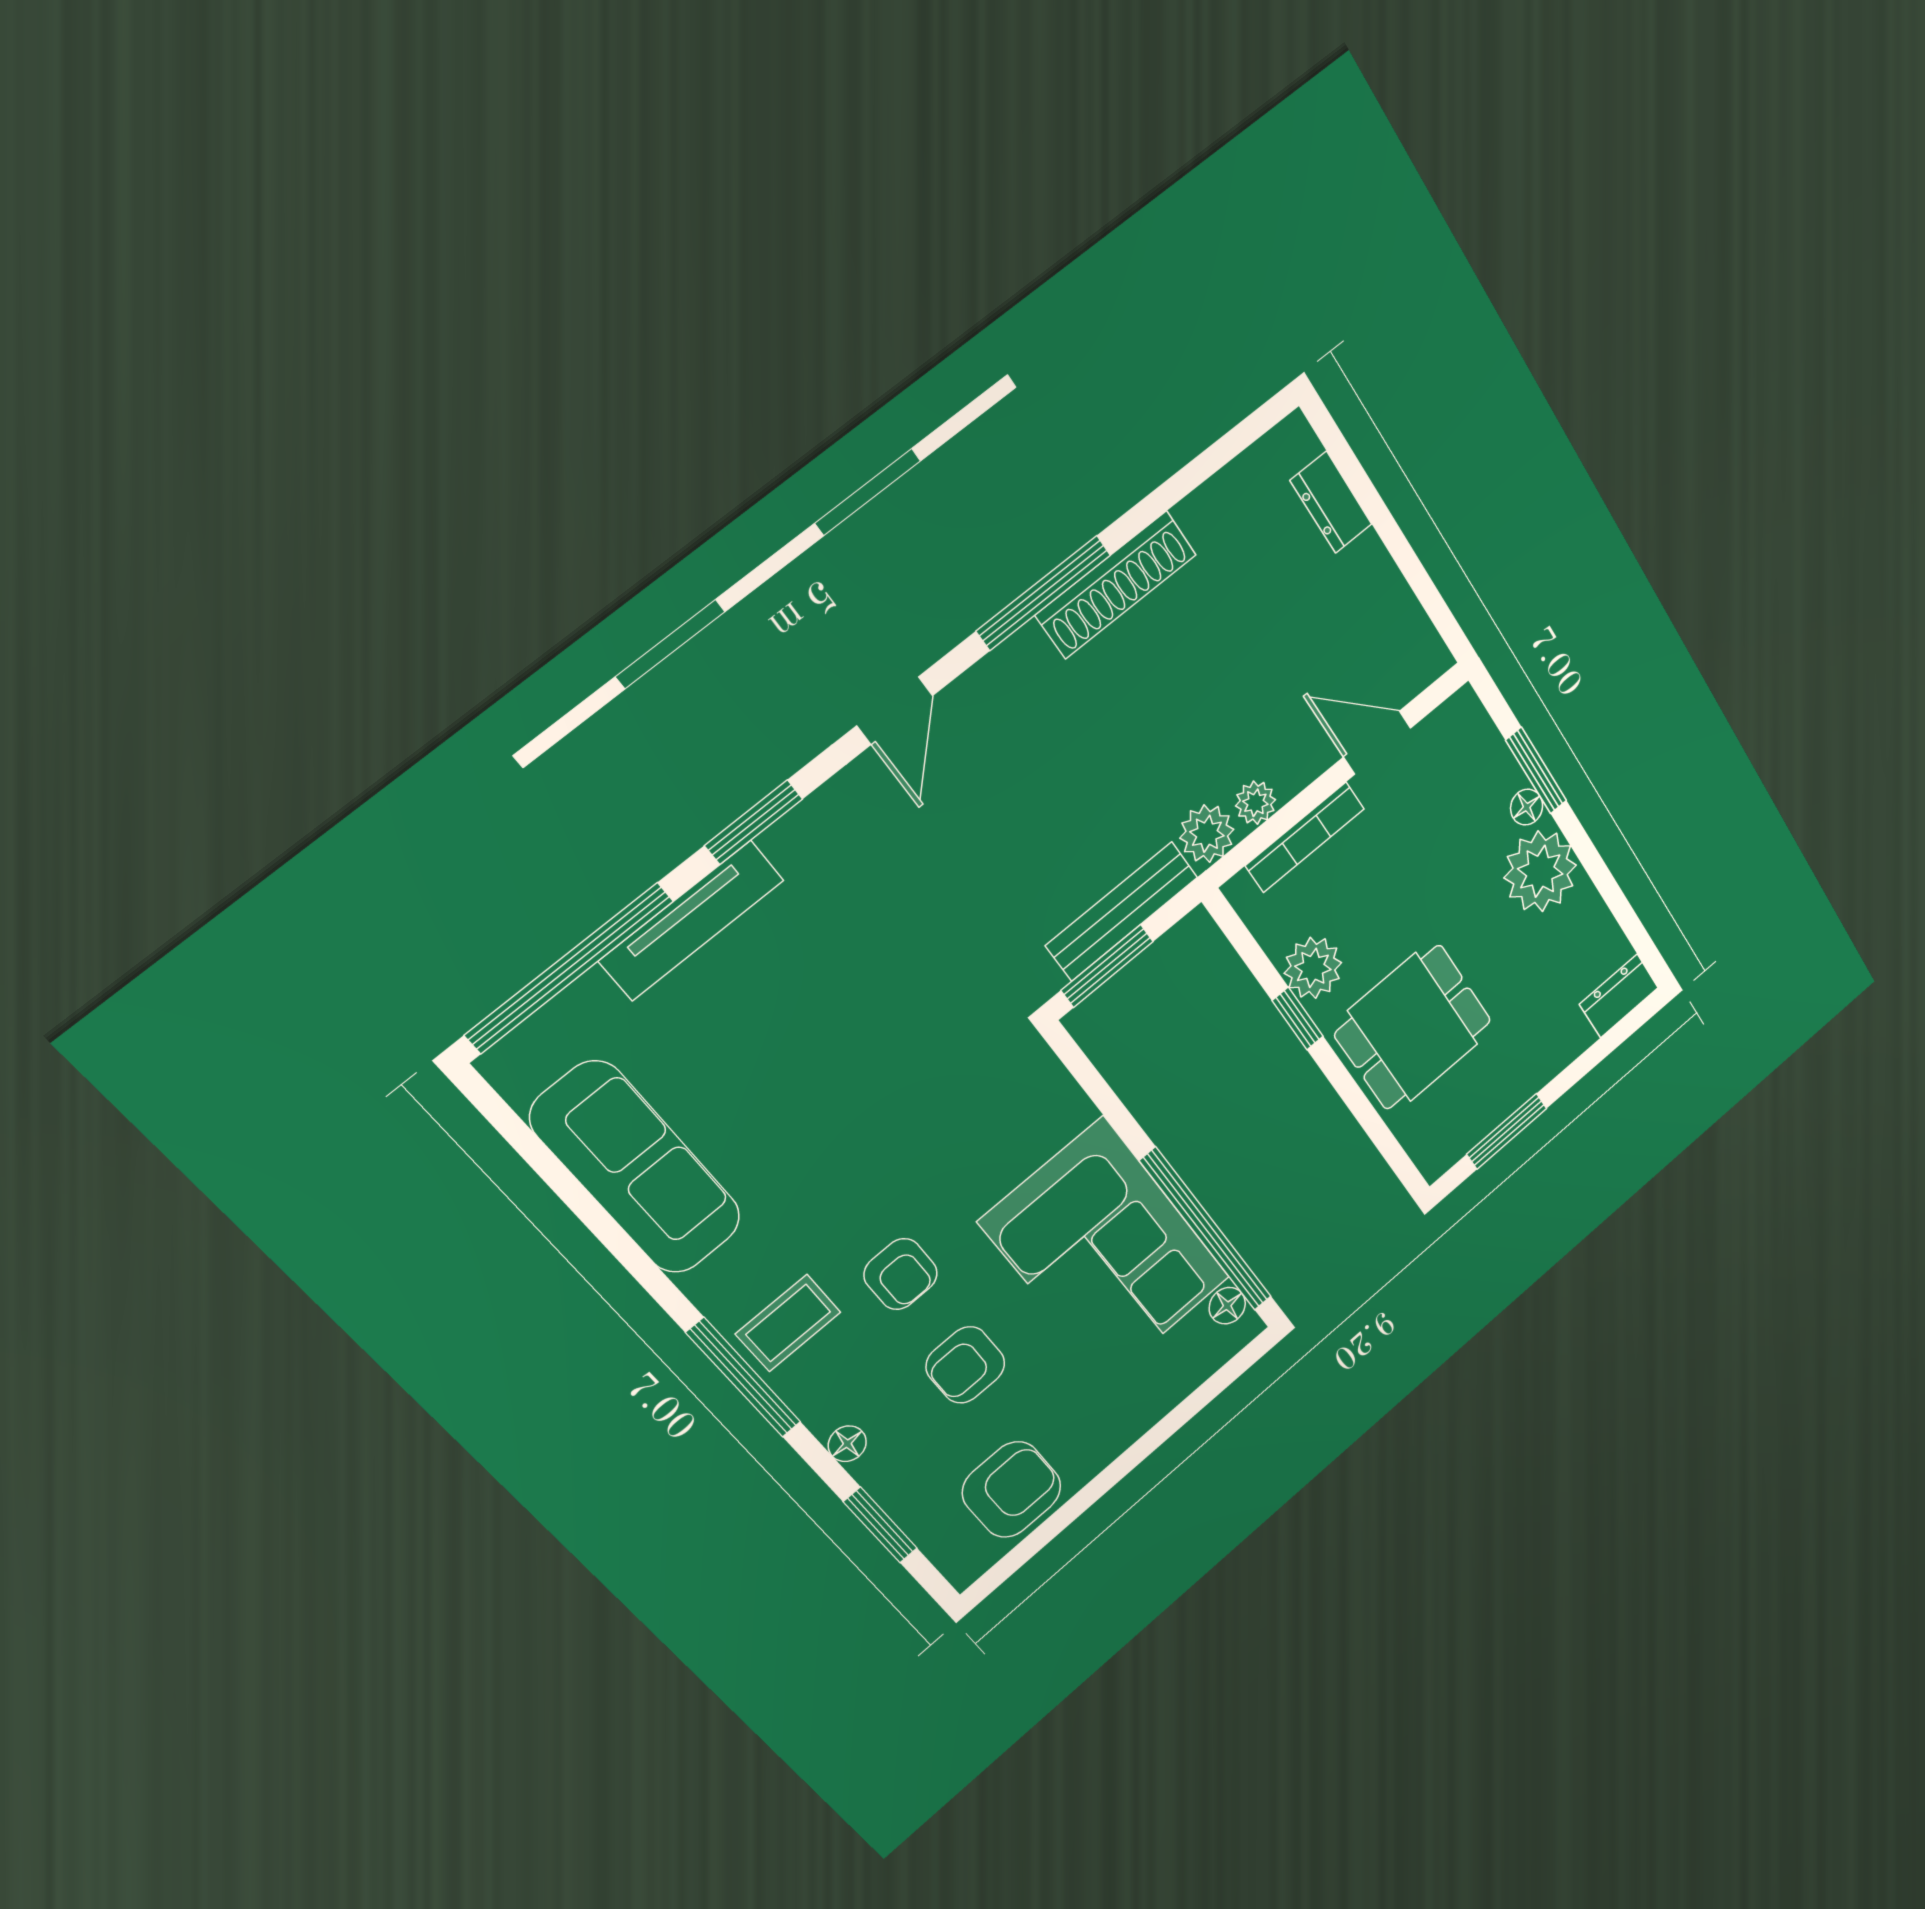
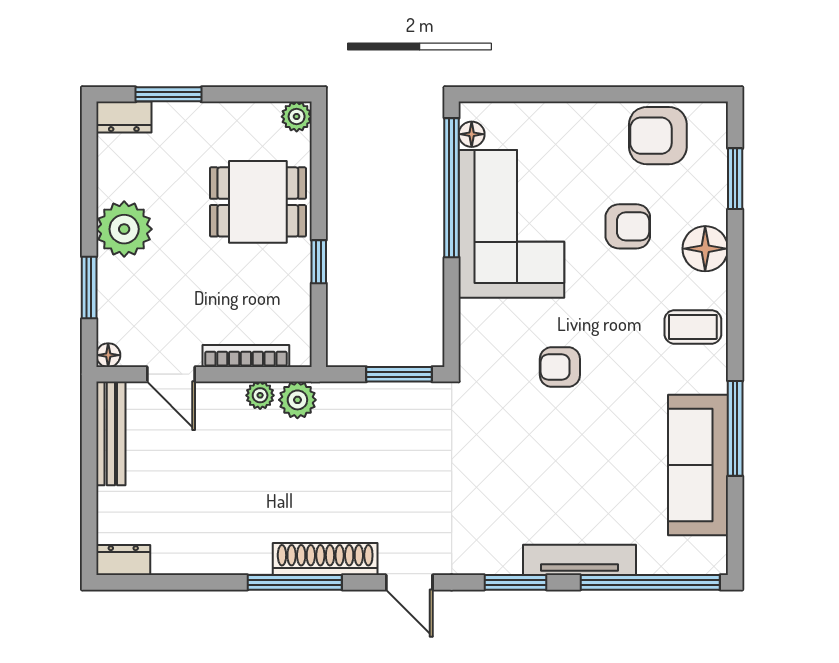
dresser: (1331, 502) -> (123, 560), moved, turned -90
shoe rack: (1116, 585) -> (325, 559), moved
door: (895, 711) -> (409, 582), swing flipped
floor lamp: (1527, 807) -> (108, 355), moved
bench: (1122, 911) -> (111, 433), moved, turned 90
plant: (1313, 968) -> (297, 117), moved, width x0.73, depth x0.73
window: (1507, 1131) -> (168, 94), moved
armchair: (901, 1274) -> (560, 367), moved, turned -90
window: (744, 1378) -> (735, 428), moved
floor lamp: (847, 1444) -> (705, 249), width x1.89, depth x1.89

